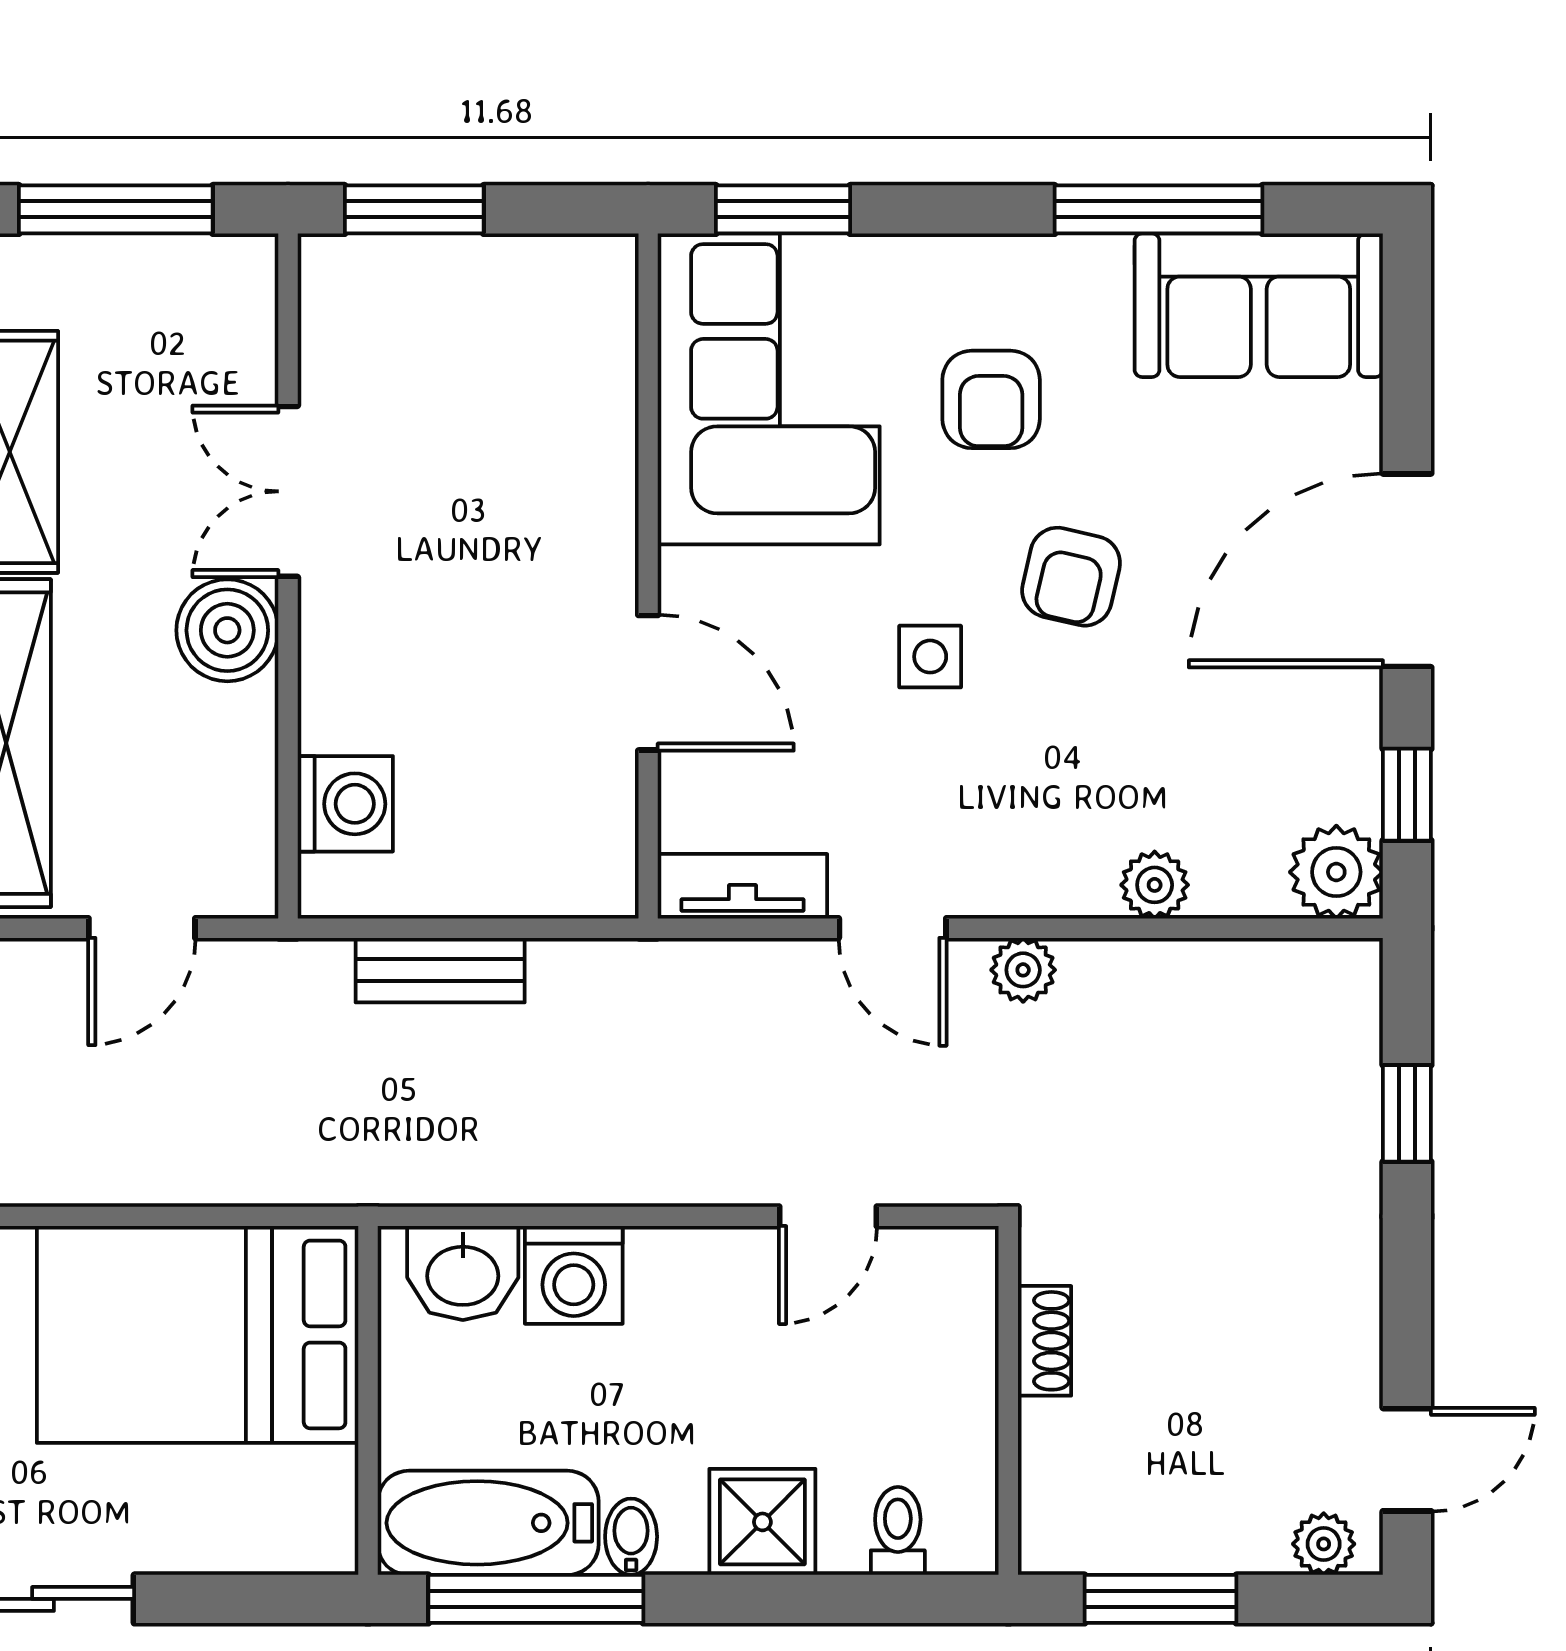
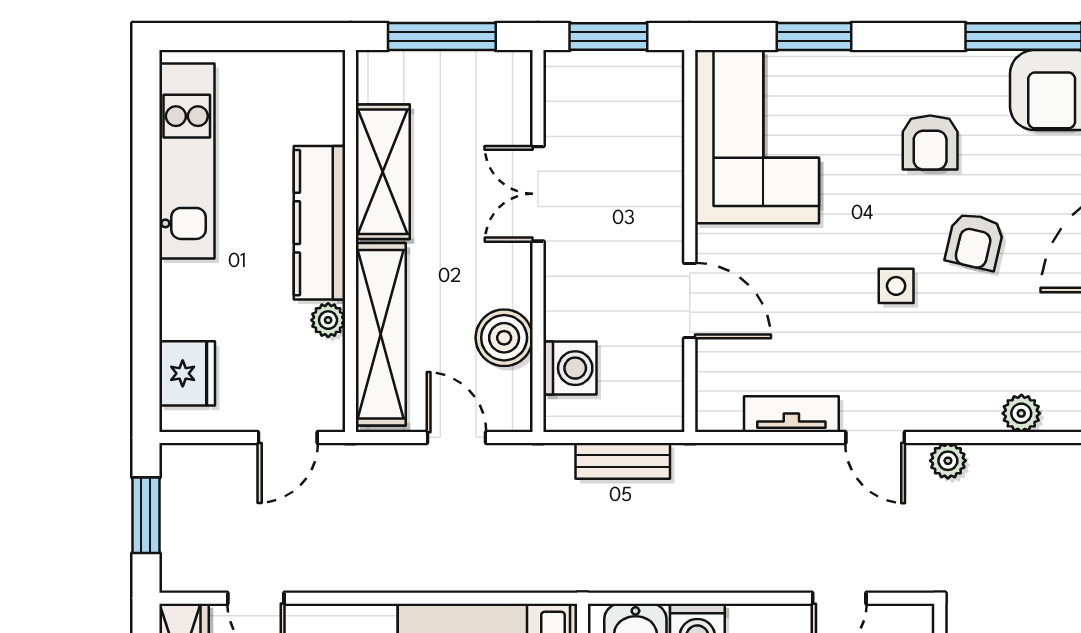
corner sofa: (769, 389) -> (757, 137), moved
wall: (648, 576) -> (690, 241), moved
boiler: (227, 630) -> (504, 338), moved
door: (648, 683) -> (690, 301), moved
door: (142, 928) -> (456, 437), swing flipped

